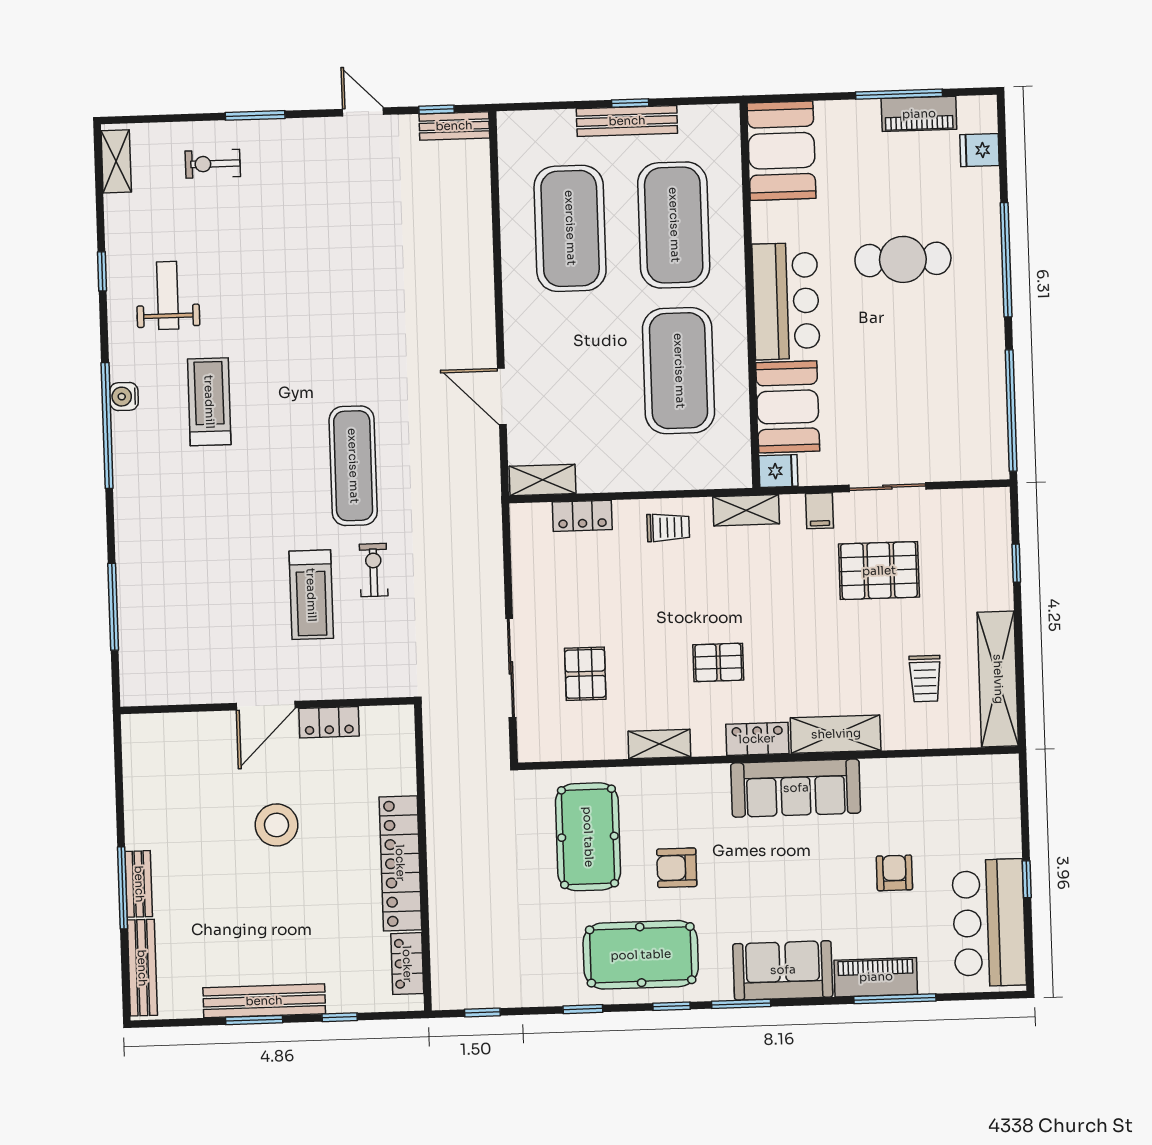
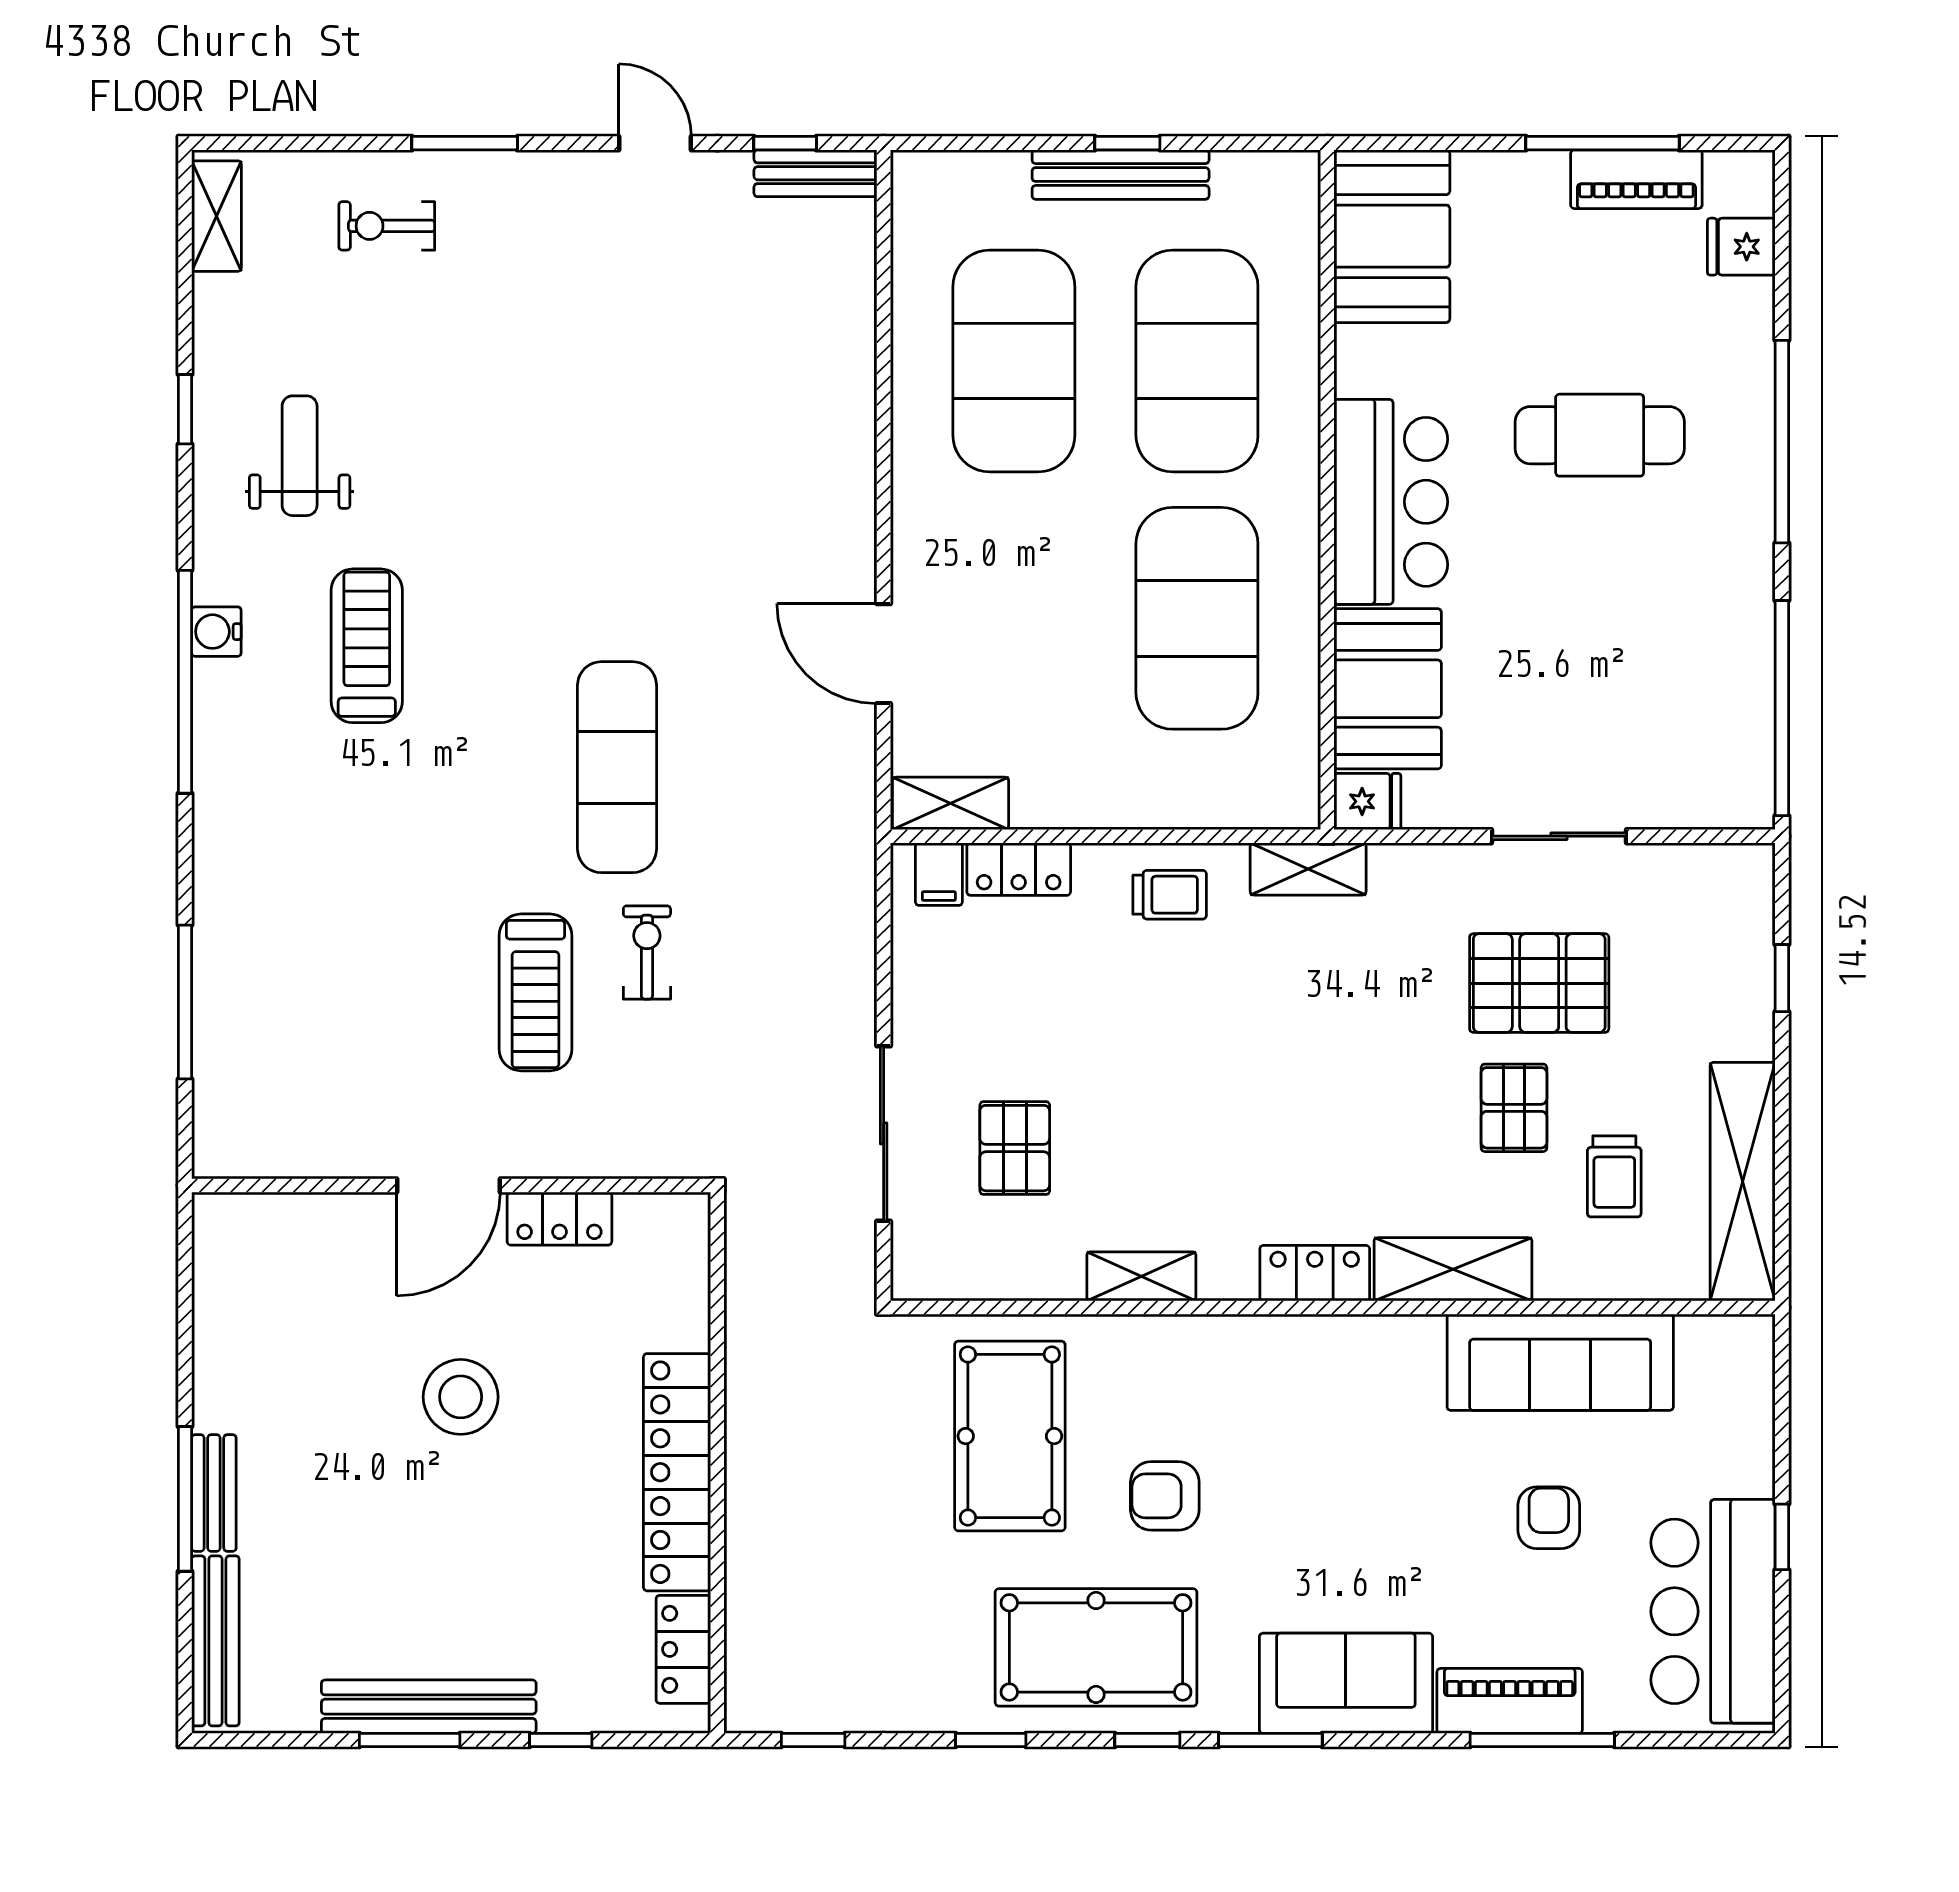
filing cabinet: (820, 511) -> (939, 874), moved
pallet: (718, 662) -> (1514, 1108), moved, turned 90
sofa: (796, 788) -> (1560, 1362), moved

